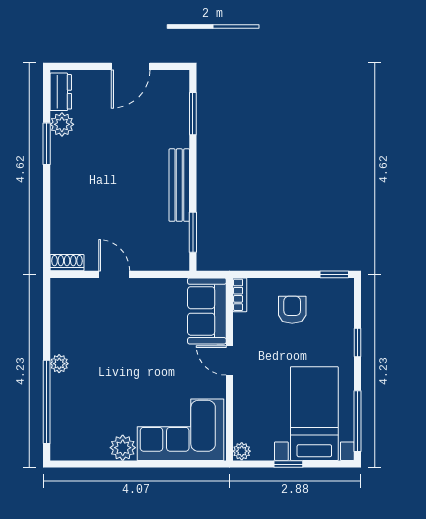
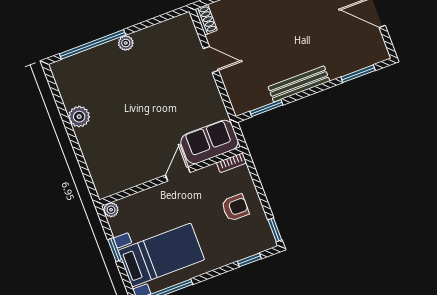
door: (114, 274) -> (211, 60), hinge flipped
window: (357, 343) -> (249, 260), moved
corner sofa: (181, 430) -> (110, 156), removed

